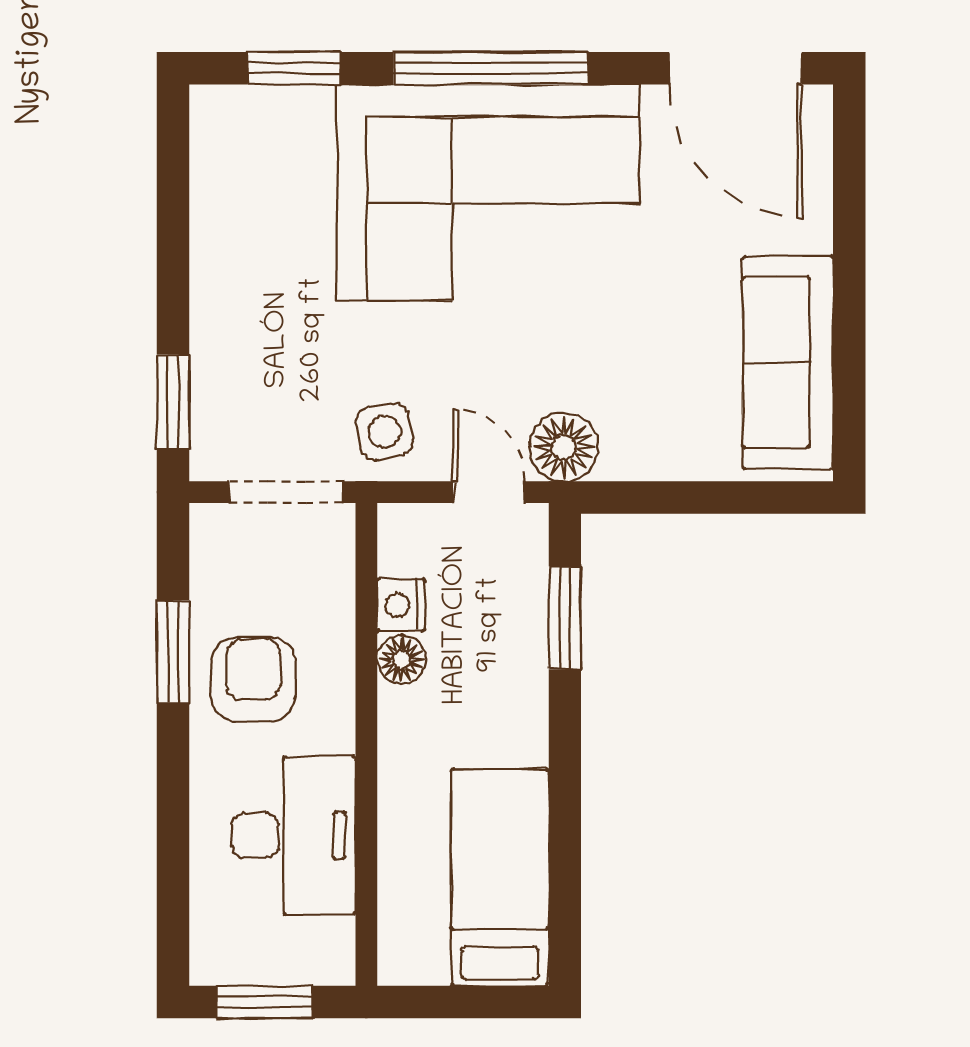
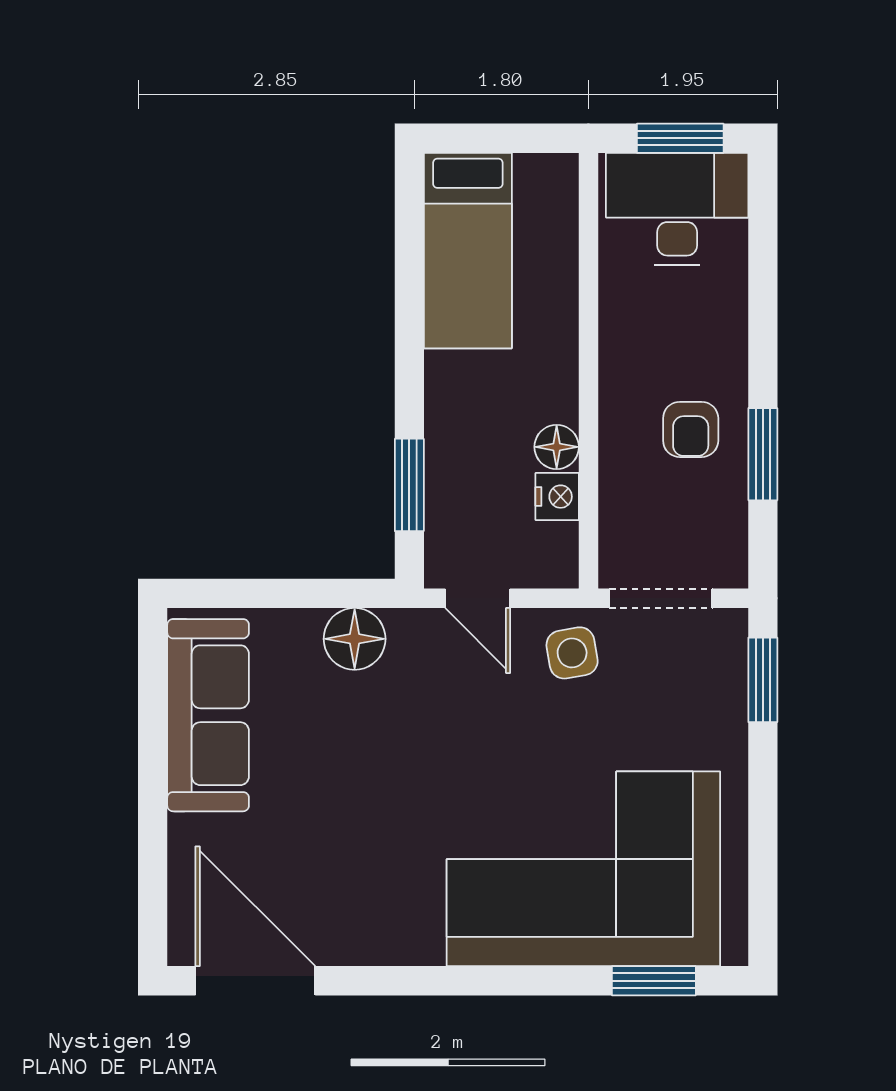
window: (491, 68) -> (476, 981), removed
corner sofa: (488, 192) -> (583, 869), moved
floor lamp: (564, 447) -> (355, 639), moved
armchair: (253, 679) -> (691, 429), width x0.72, depth x0.72
desk: (294, 835) -> (677, 209), moved, turned 90

